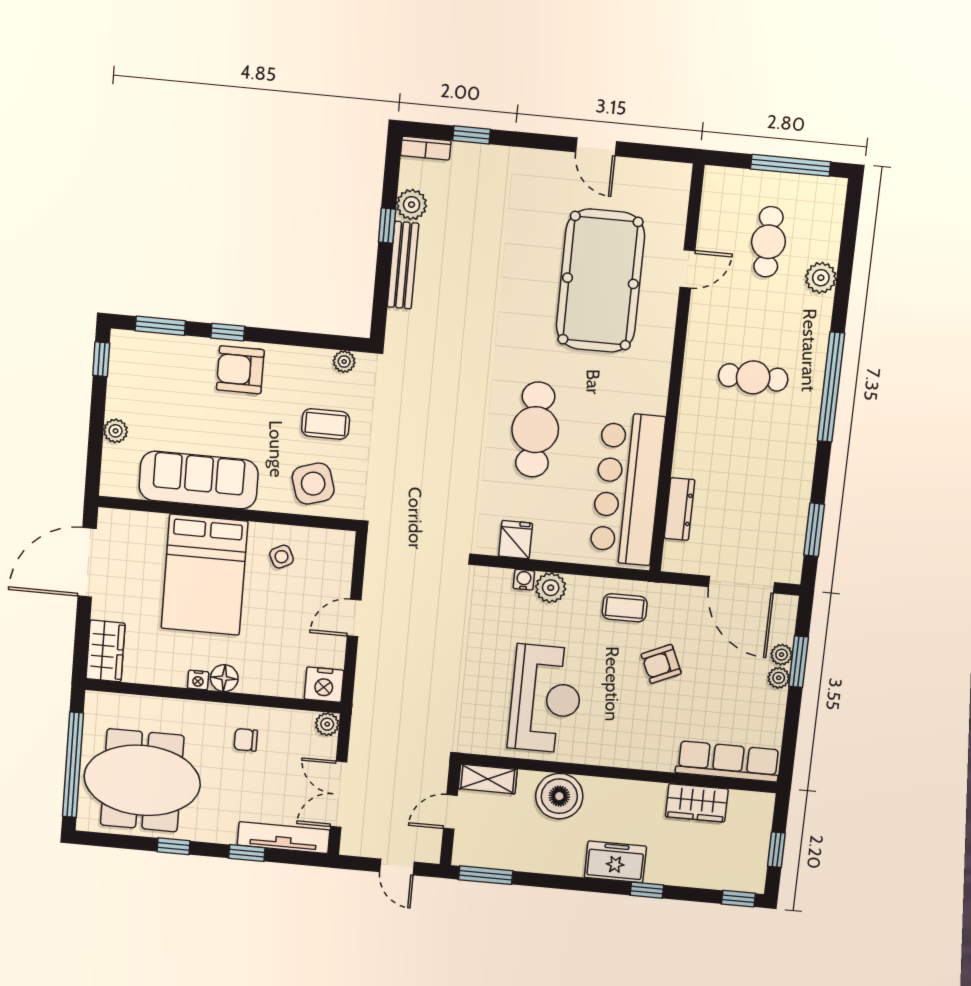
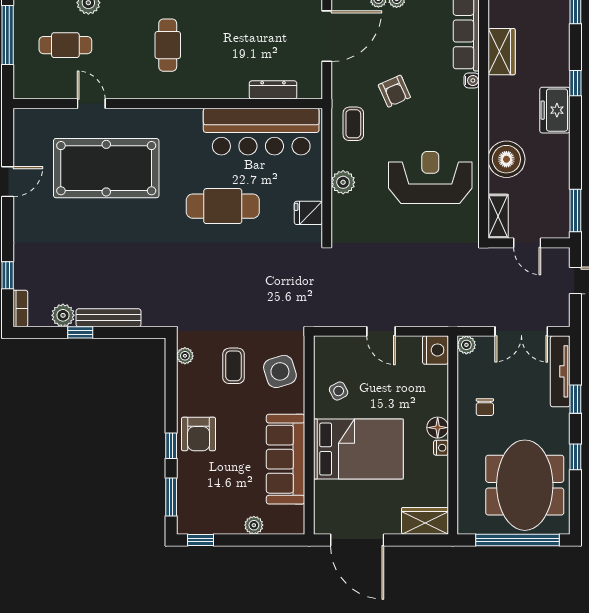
water cooler: (524, 580) -> (472, 80), moved, turned 180

